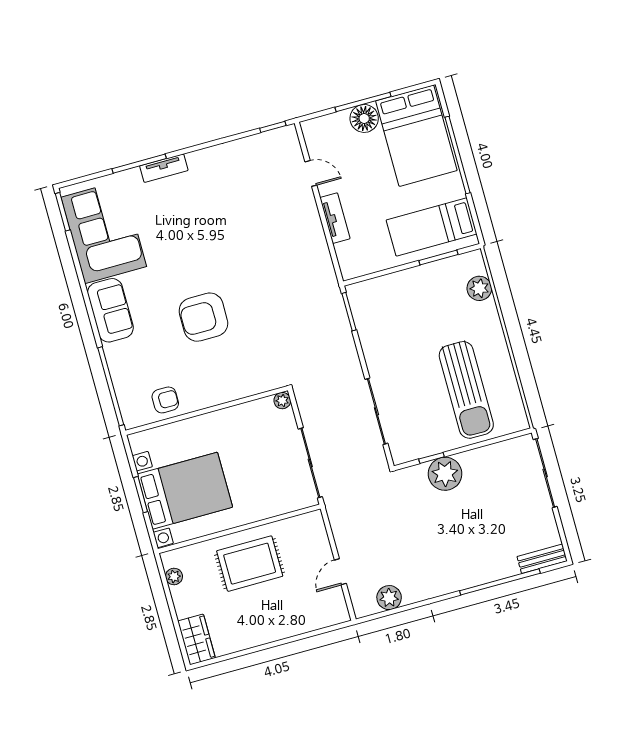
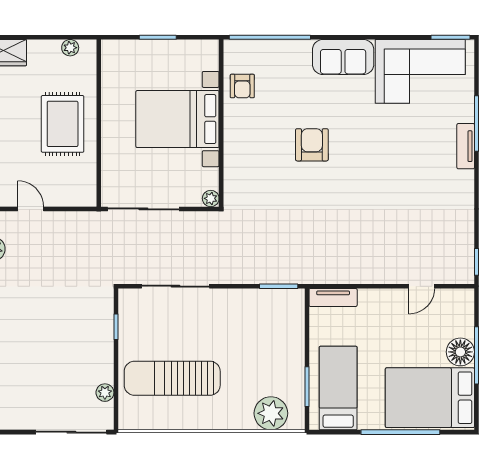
tv unit: (335, 218) -> (333, 297), moved
plant: (479, 288) -> (271, 413), width x1.36, depth x1.36
armchair: (203, 317) -> (312, 145), width x0.73, depth x0.73
plant: (445, 474) -> (105, 393), moved, width x0.53, depth x0.53
bed with nightstands: (185, 491) -> (177, 119), moved, turned 90

